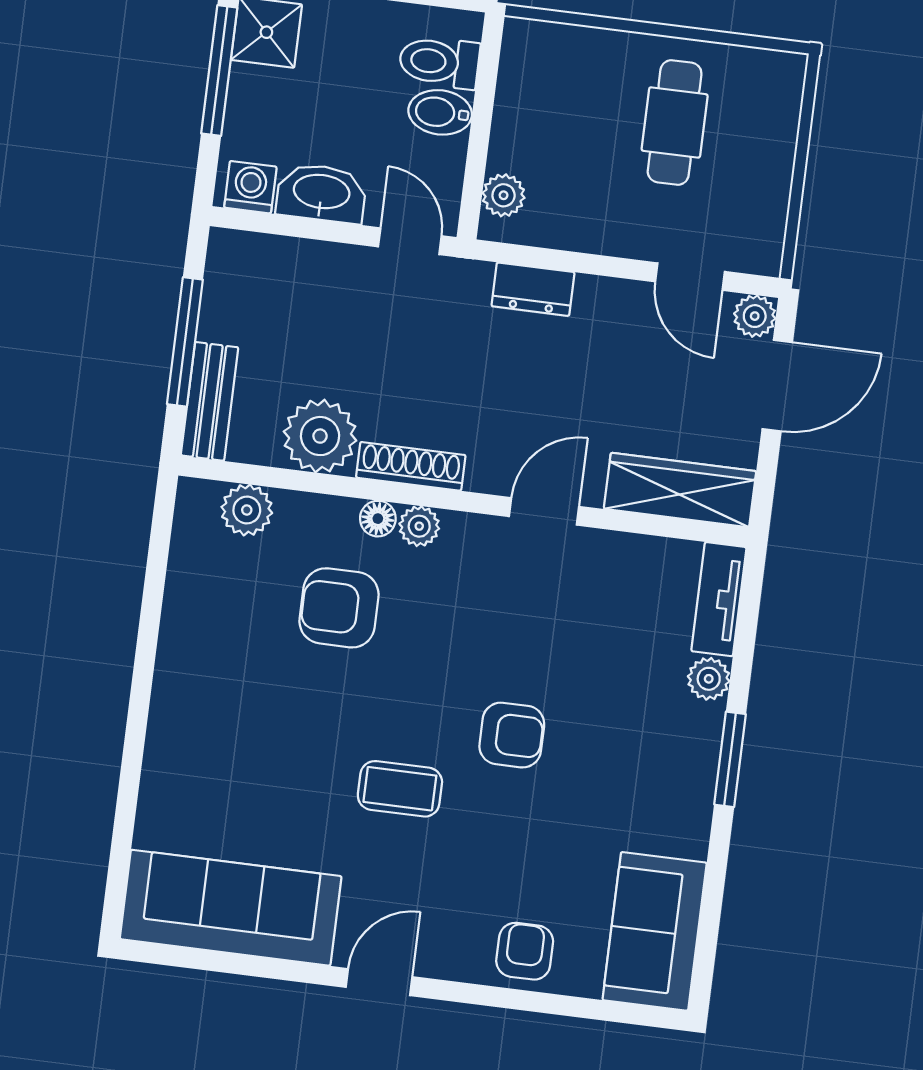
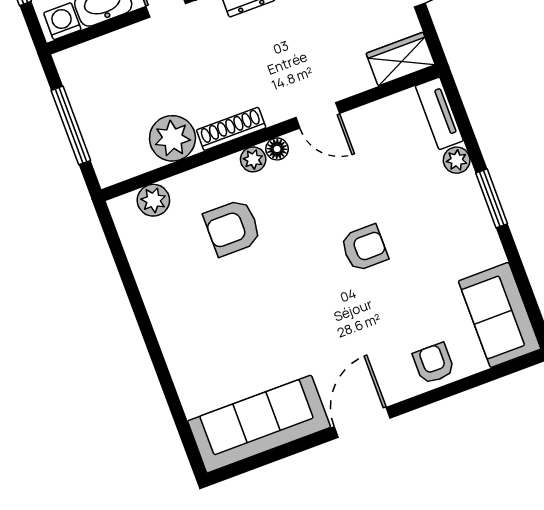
bench: (210, 401) -> (102, 151), removed
wardrobe: (680, 490) -> (401, 59), width x0.67
door: (544, 511) -> (318, 115), swing flipped
floor lamp: (378, 519) -> (277, 149), moved
coffee table: (400, 789) -> (318, 310), removed
door: (379, 982) -> (362, 422), width x1.38

